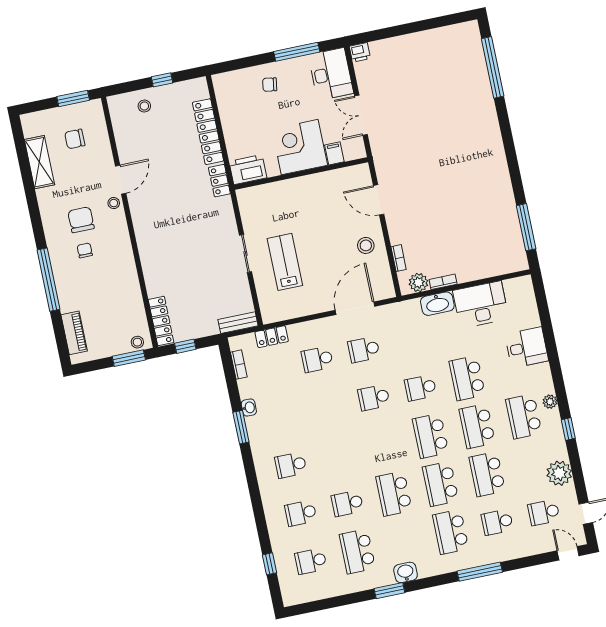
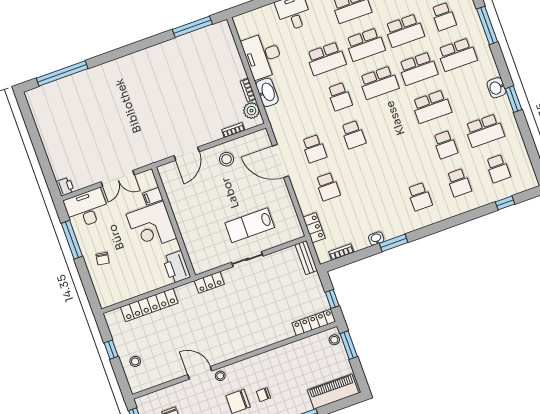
locker: (219, 181) -> (209, 282), moved
piano: (74, 333) -> (333, 392), width x1.37, depth x1.33

